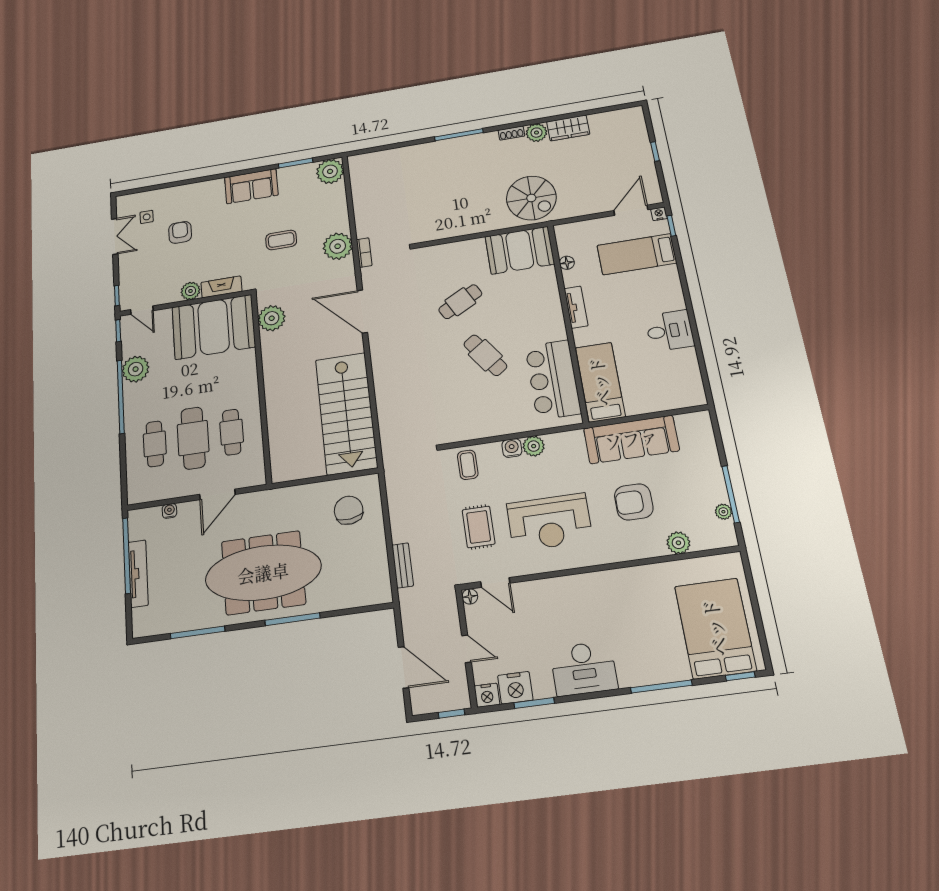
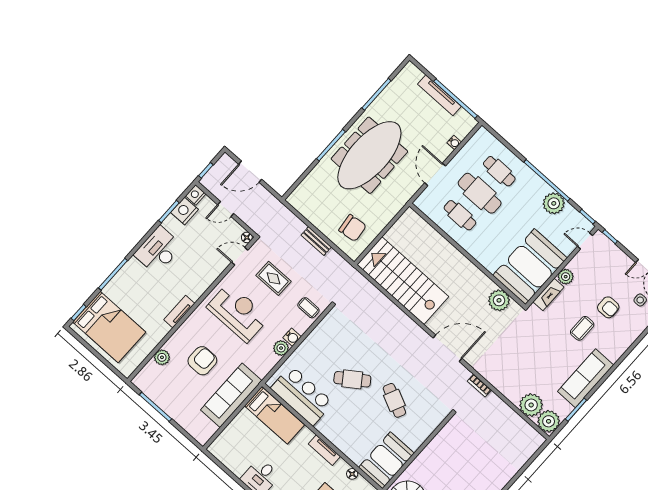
sofa: (251, 186) -> (586, 378), width x1.36
coffee table: (281, 240) -> (582, 328), moved
plant: (338, 246) -> (531, 405), moved
cafe table: (460, 302) -> (394, 400), turned -37
plant: (723, 512) -> (152, 394), removed
reception desk: (549, 522) -> (238, 313), turned 90
bench: (403, 565) -> (316, 241), moved
tv unit: (616, 578) -> (179, 312), added

